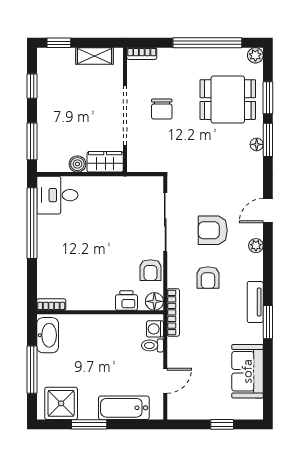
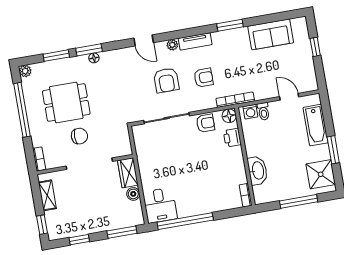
dining table: (228, 100) -> (66, 102), moved, turned 90
tv unit: (255, 302) -> (195, 41), moved
washbasin: (48, 335) -> (258, 171), moved, turned 90

